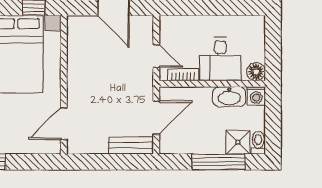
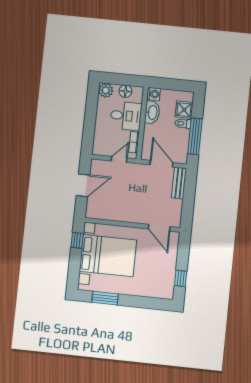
plant: (255, 26) -> (106, 90), added
floor lamp: (256, 72) -> (125, 91), moved
toilet: (258, 143) -> (183, 124), moved
window: (219, 162) -> (195, 136), moved

